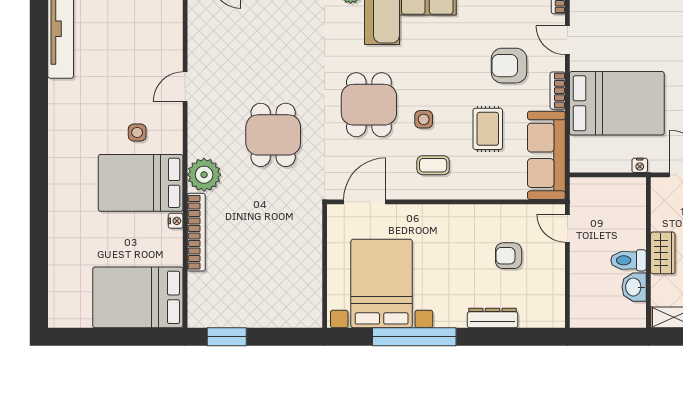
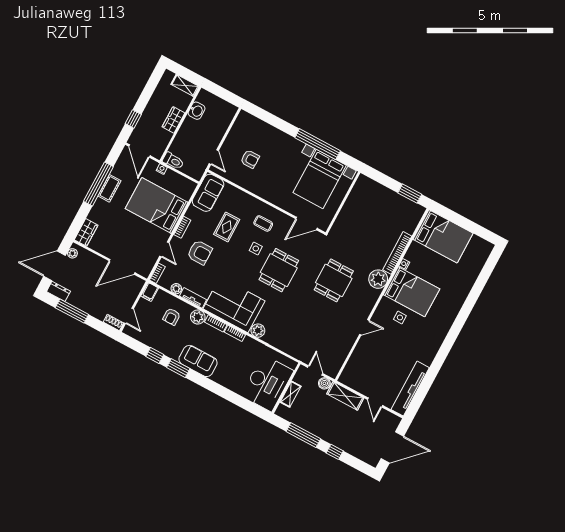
sofa: (546, 155) -> (208, 193), width x0.73
toilet: (629, 260) -> (173, 161), moved
dresser: (493, 318) -> (274, 133), removed

